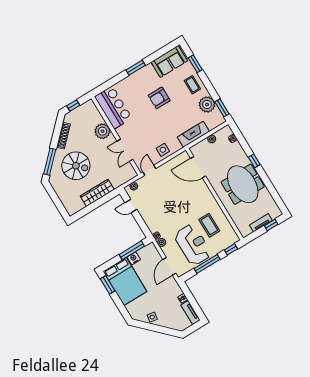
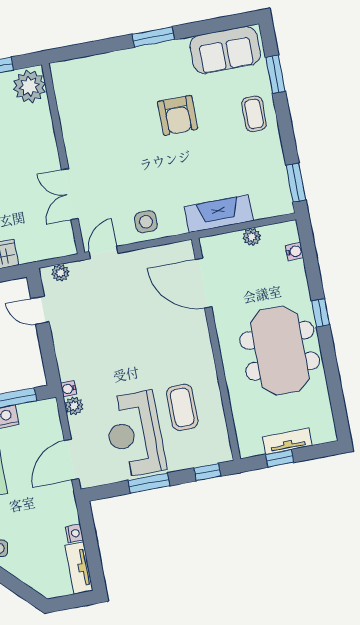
armchair: (159, 98) -> (178, 115), turned -90
plant: (207, 104) -> (268, 164), removed
bar counter: (113, 107) -> (79, 100), removed
plant: (102, 131) -> (29, 86), moved
window: (271, 225) -> (280, 458), moved
reception desk: (193, 245) -> (135, 434), turned 180
window: (207, 264) -> (149, 483), width x0.69

